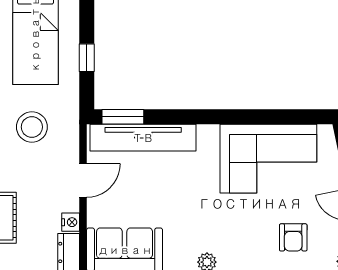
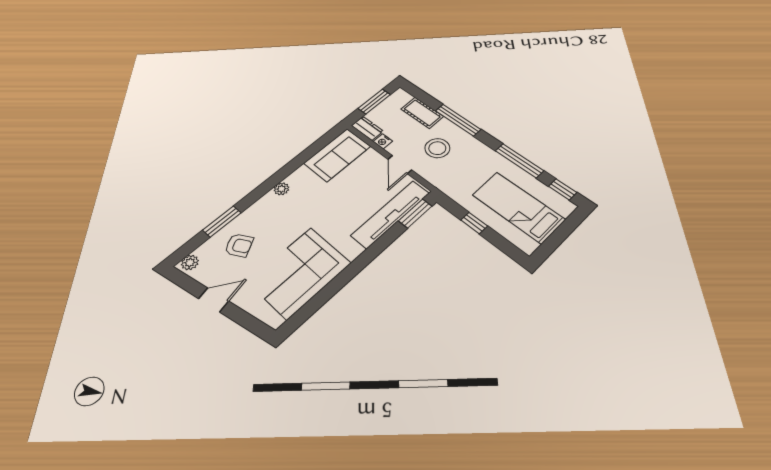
stool: (32, 127) -> (437, 148), moved
armchair: (293, 237) -> (239, 245), turned 150

